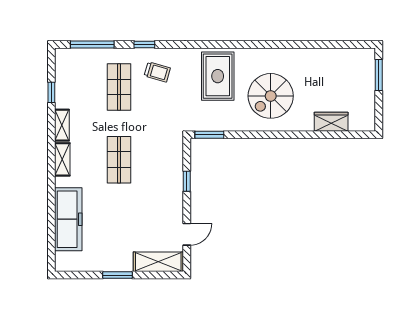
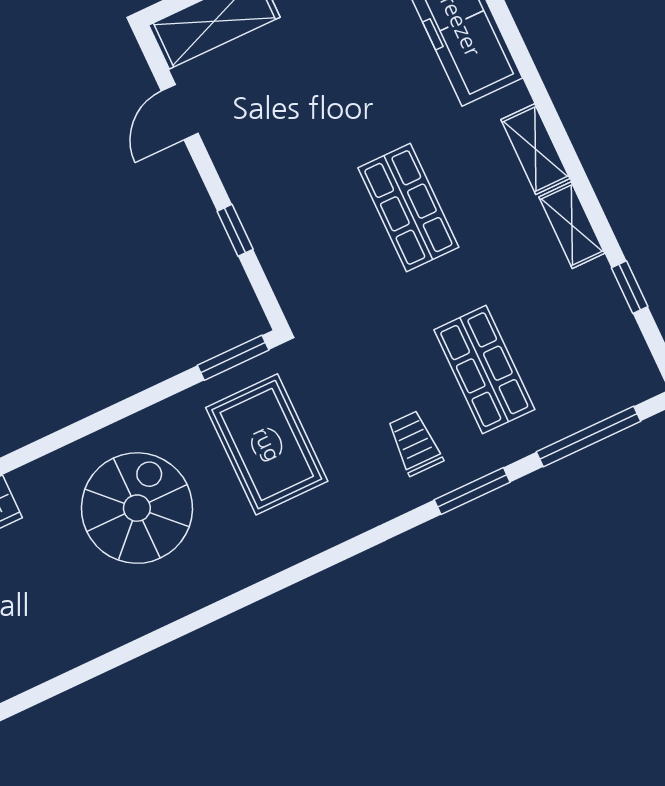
window: (144, 44) -> (472, 491), width x1.50
trolley: (157, 72) -> (415, 443), turned 74
rug: (218, 76) -> (267, 444), moved

